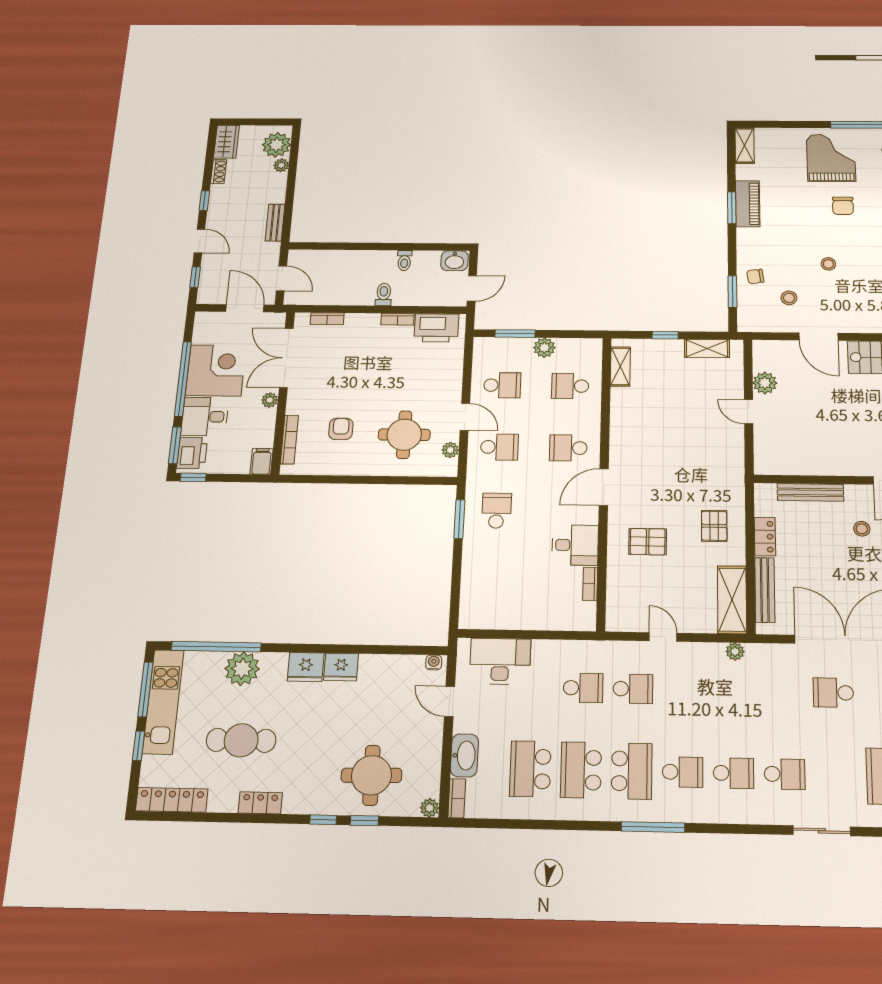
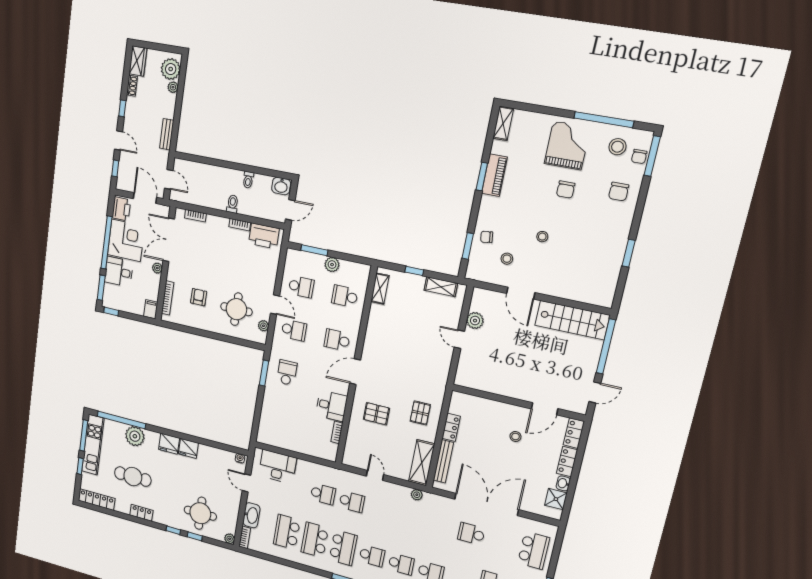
printer: (192, 453) -> (121, 209), moved
bench: (810, 492) -> (488, 405), removed

